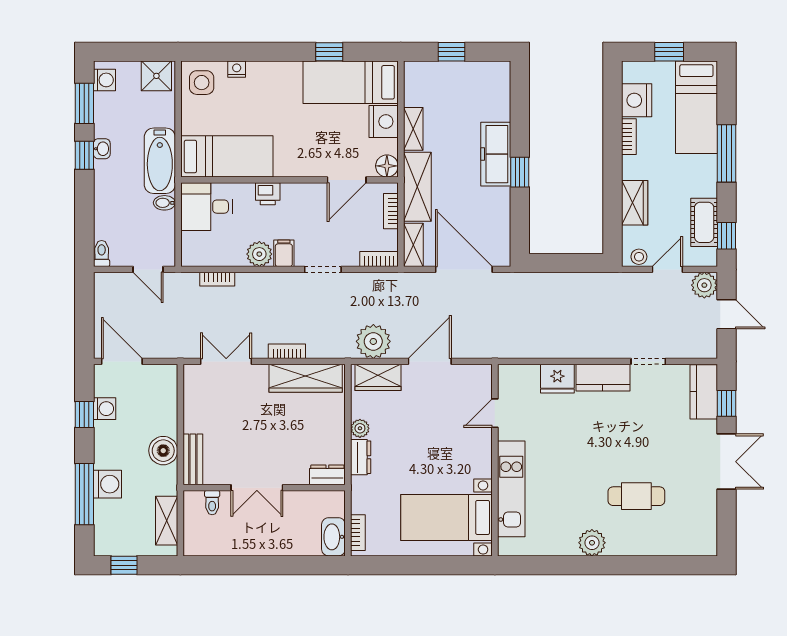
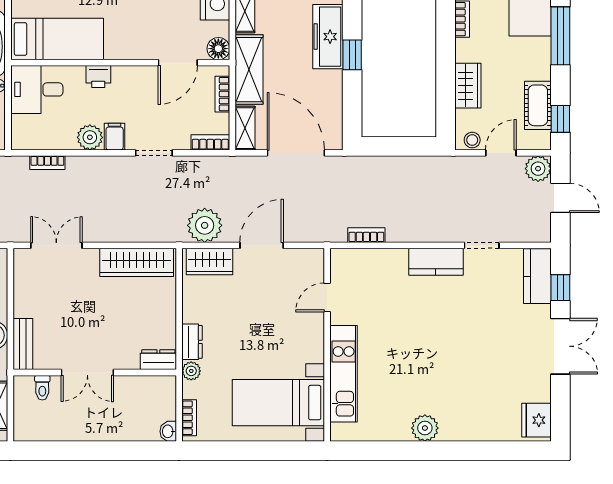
bookcase: (287, 351) -> (366, 235), moved
fridge: (557, 379) -> (536, 420), moved, turned 90
plant: (360, 428) -> (191, 371), moved
cafe table: (636, 496) -> (470, 381), removed
washbasin: (333, 537) -> (168, 431), width x0.52, depth x0.69

